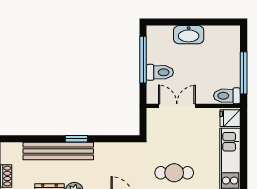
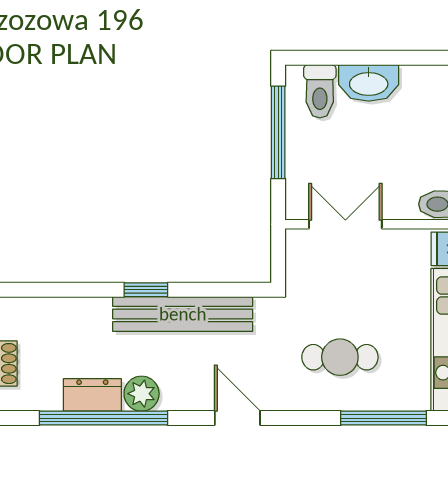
toilet: (160, 72) -> (320, 91), moved, turned 90
bench: (58, 151) -> (183, 314), moved

